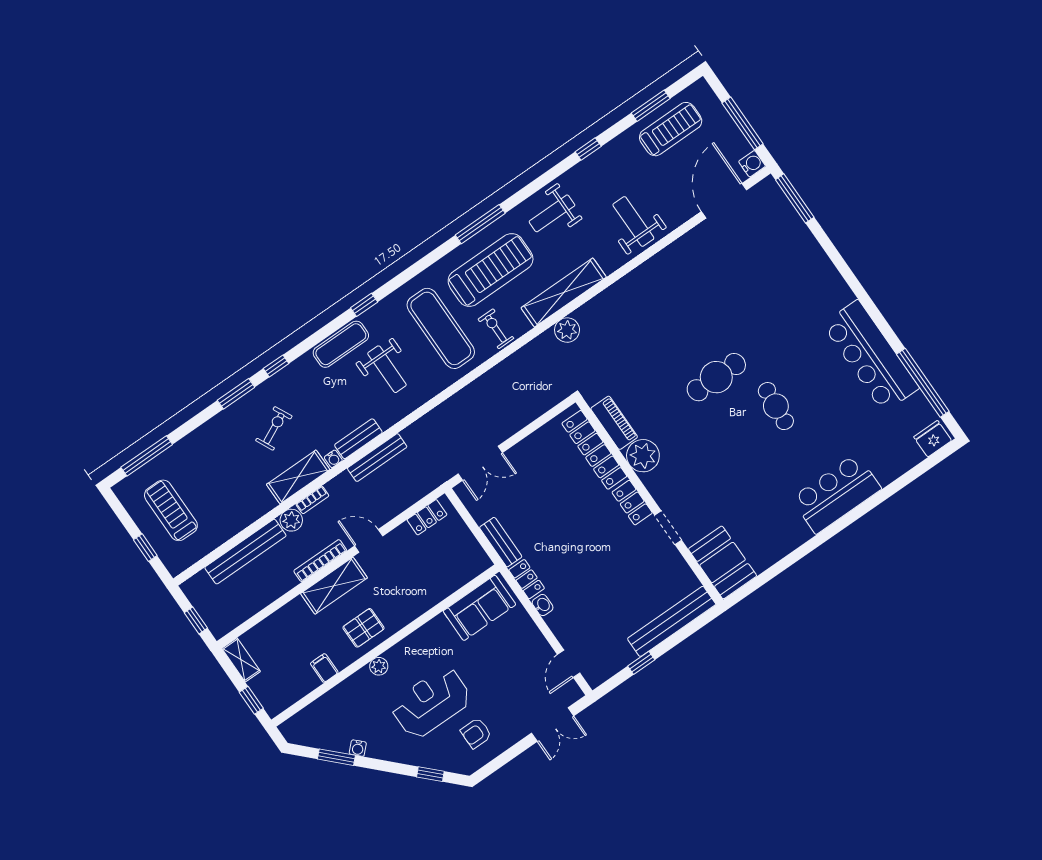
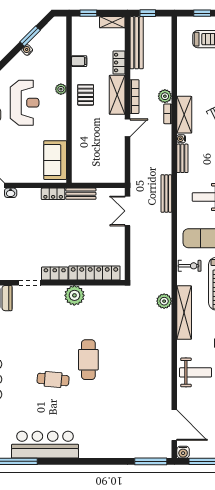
piano: (614, 423) -> (101, 292), removed
bench: (377, 458) -> (166, 193), moved
locker: (427, 517) -> (119, 63), moved
bench: (245, 552) -> (137, 43), moved
washbasin: (543, 605) -> (11, 193), moved

